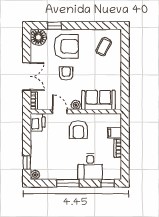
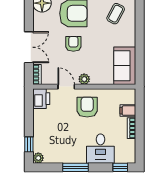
sofa: (98, 100) -> (125, 66), moved, turned -90
armchair: (78, 130) -> (87, 107), turned 180

